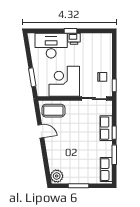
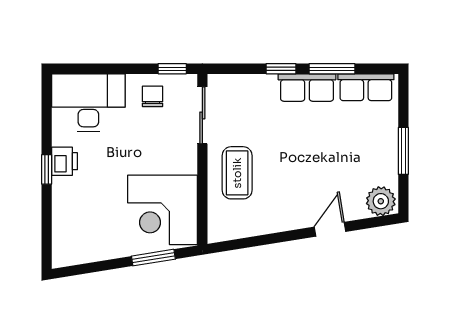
desk: (51, 46) -> (88, 103), moved, turned 90
corner desk: (64, 81) -> (163, 210), moved
coffee table: (53, 111) -> (237, 173), moved
row of seats: (106, 128) -> (307, 88), moved
door: (41, 131) -> (330, 229), moved

